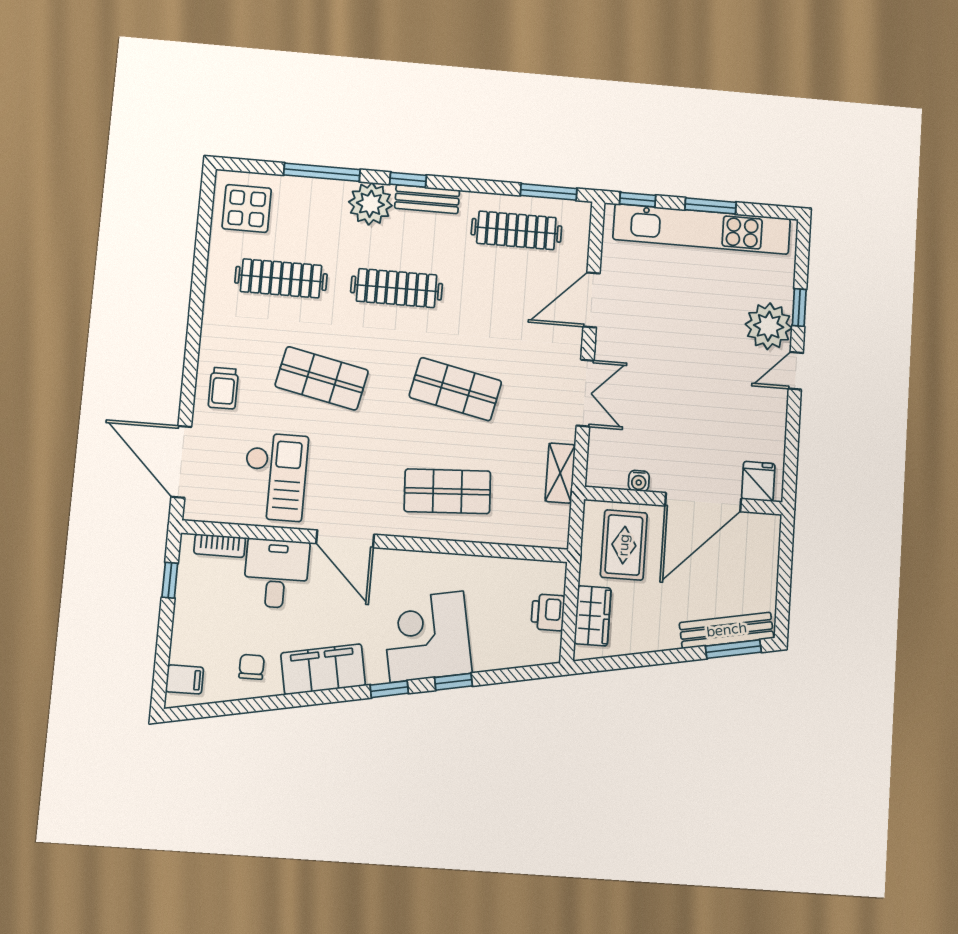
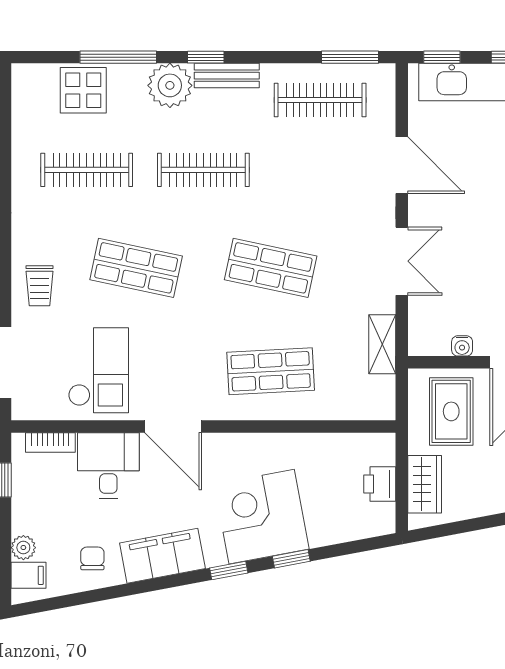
display table: (247, 208) -> (83, 90), moved
door: (592, 300) -> (402, 165), swing flipped
plant: (182, 651) -> (23, 548), added

